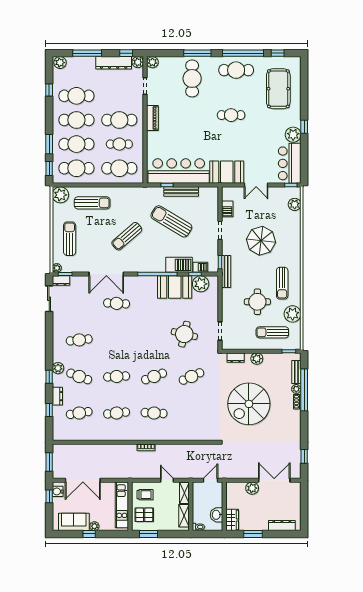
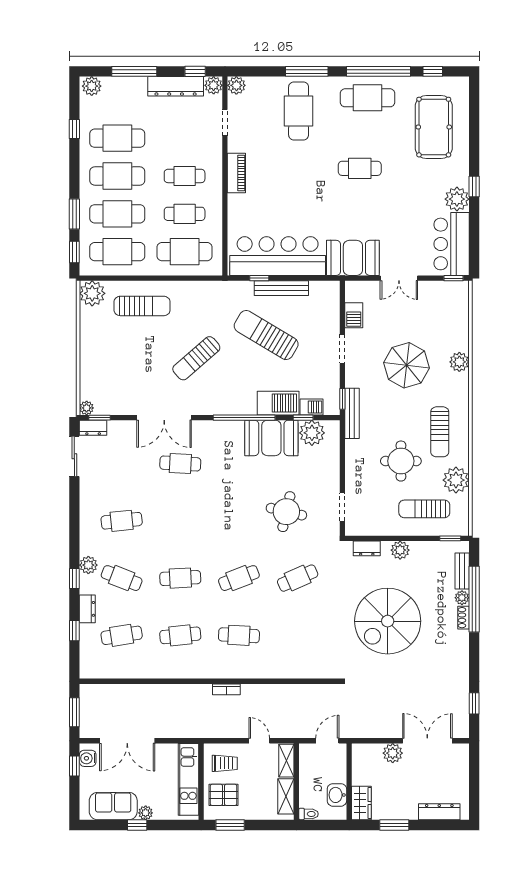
cafe table: (119, 120) -> (185, 176), width x0.73, depth x0.74
plant: (295, 204) -> (459, 362), moved
sun lounger: (70, 239) -> (107, 362), removed

